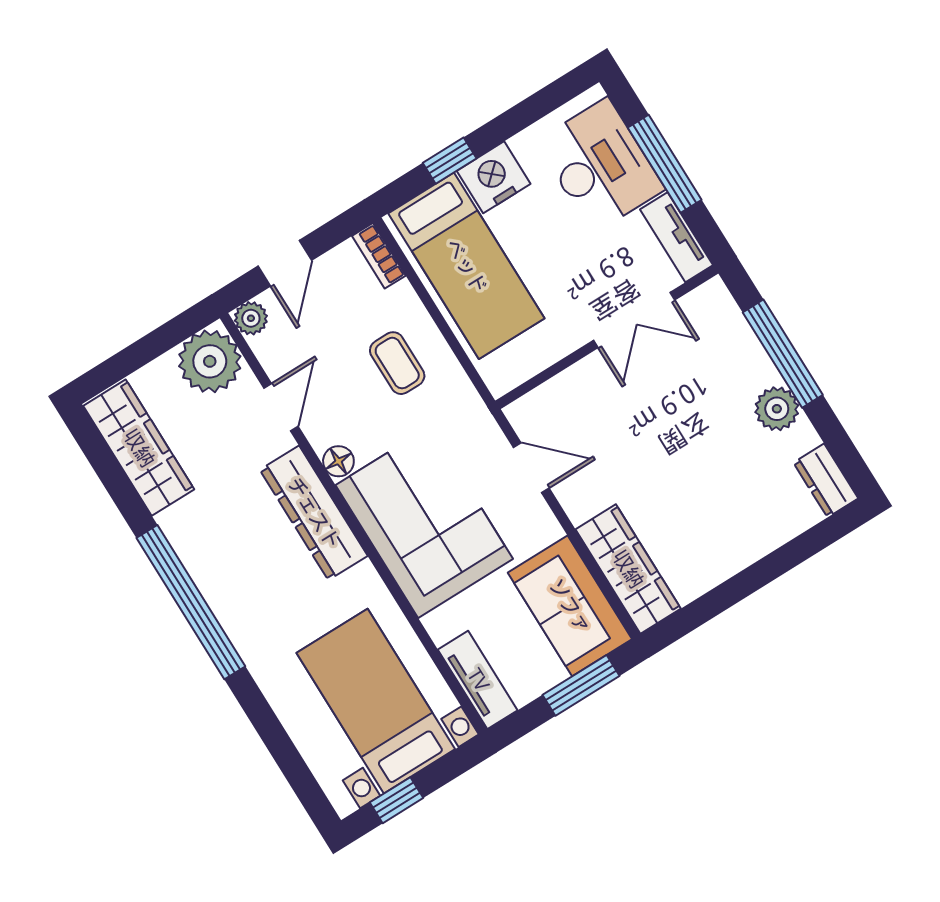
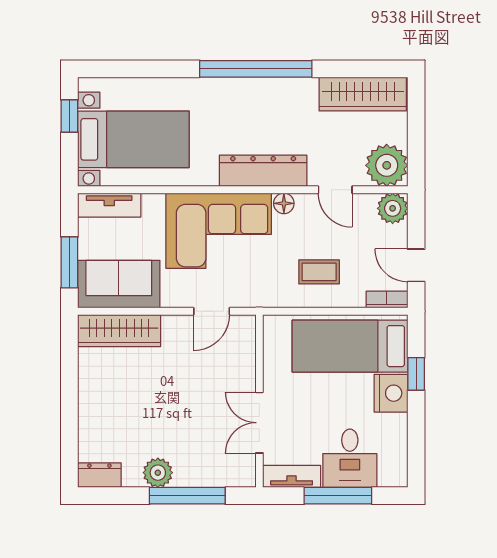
desk: (600, 165) -> (350, 458), width x0.73
door: (285, 263) -> (416, 265), moved
plant: (251, 318) -> (393, 208), width x1.38, depth x1.38

